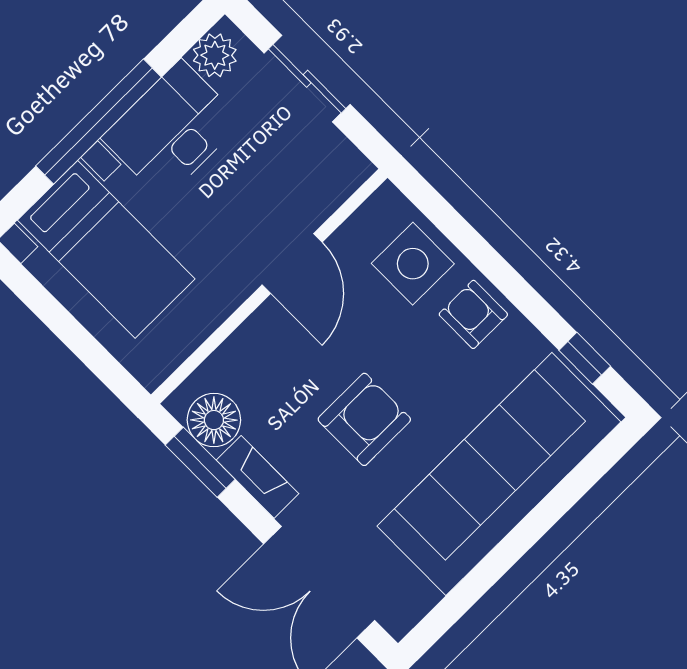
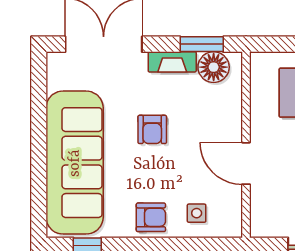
side table: (413, 264) -> (197, 213), width x0.54, depth x0.54
armchair: (364, 419) -> (152, 129), width x0.72, depth x0.72

